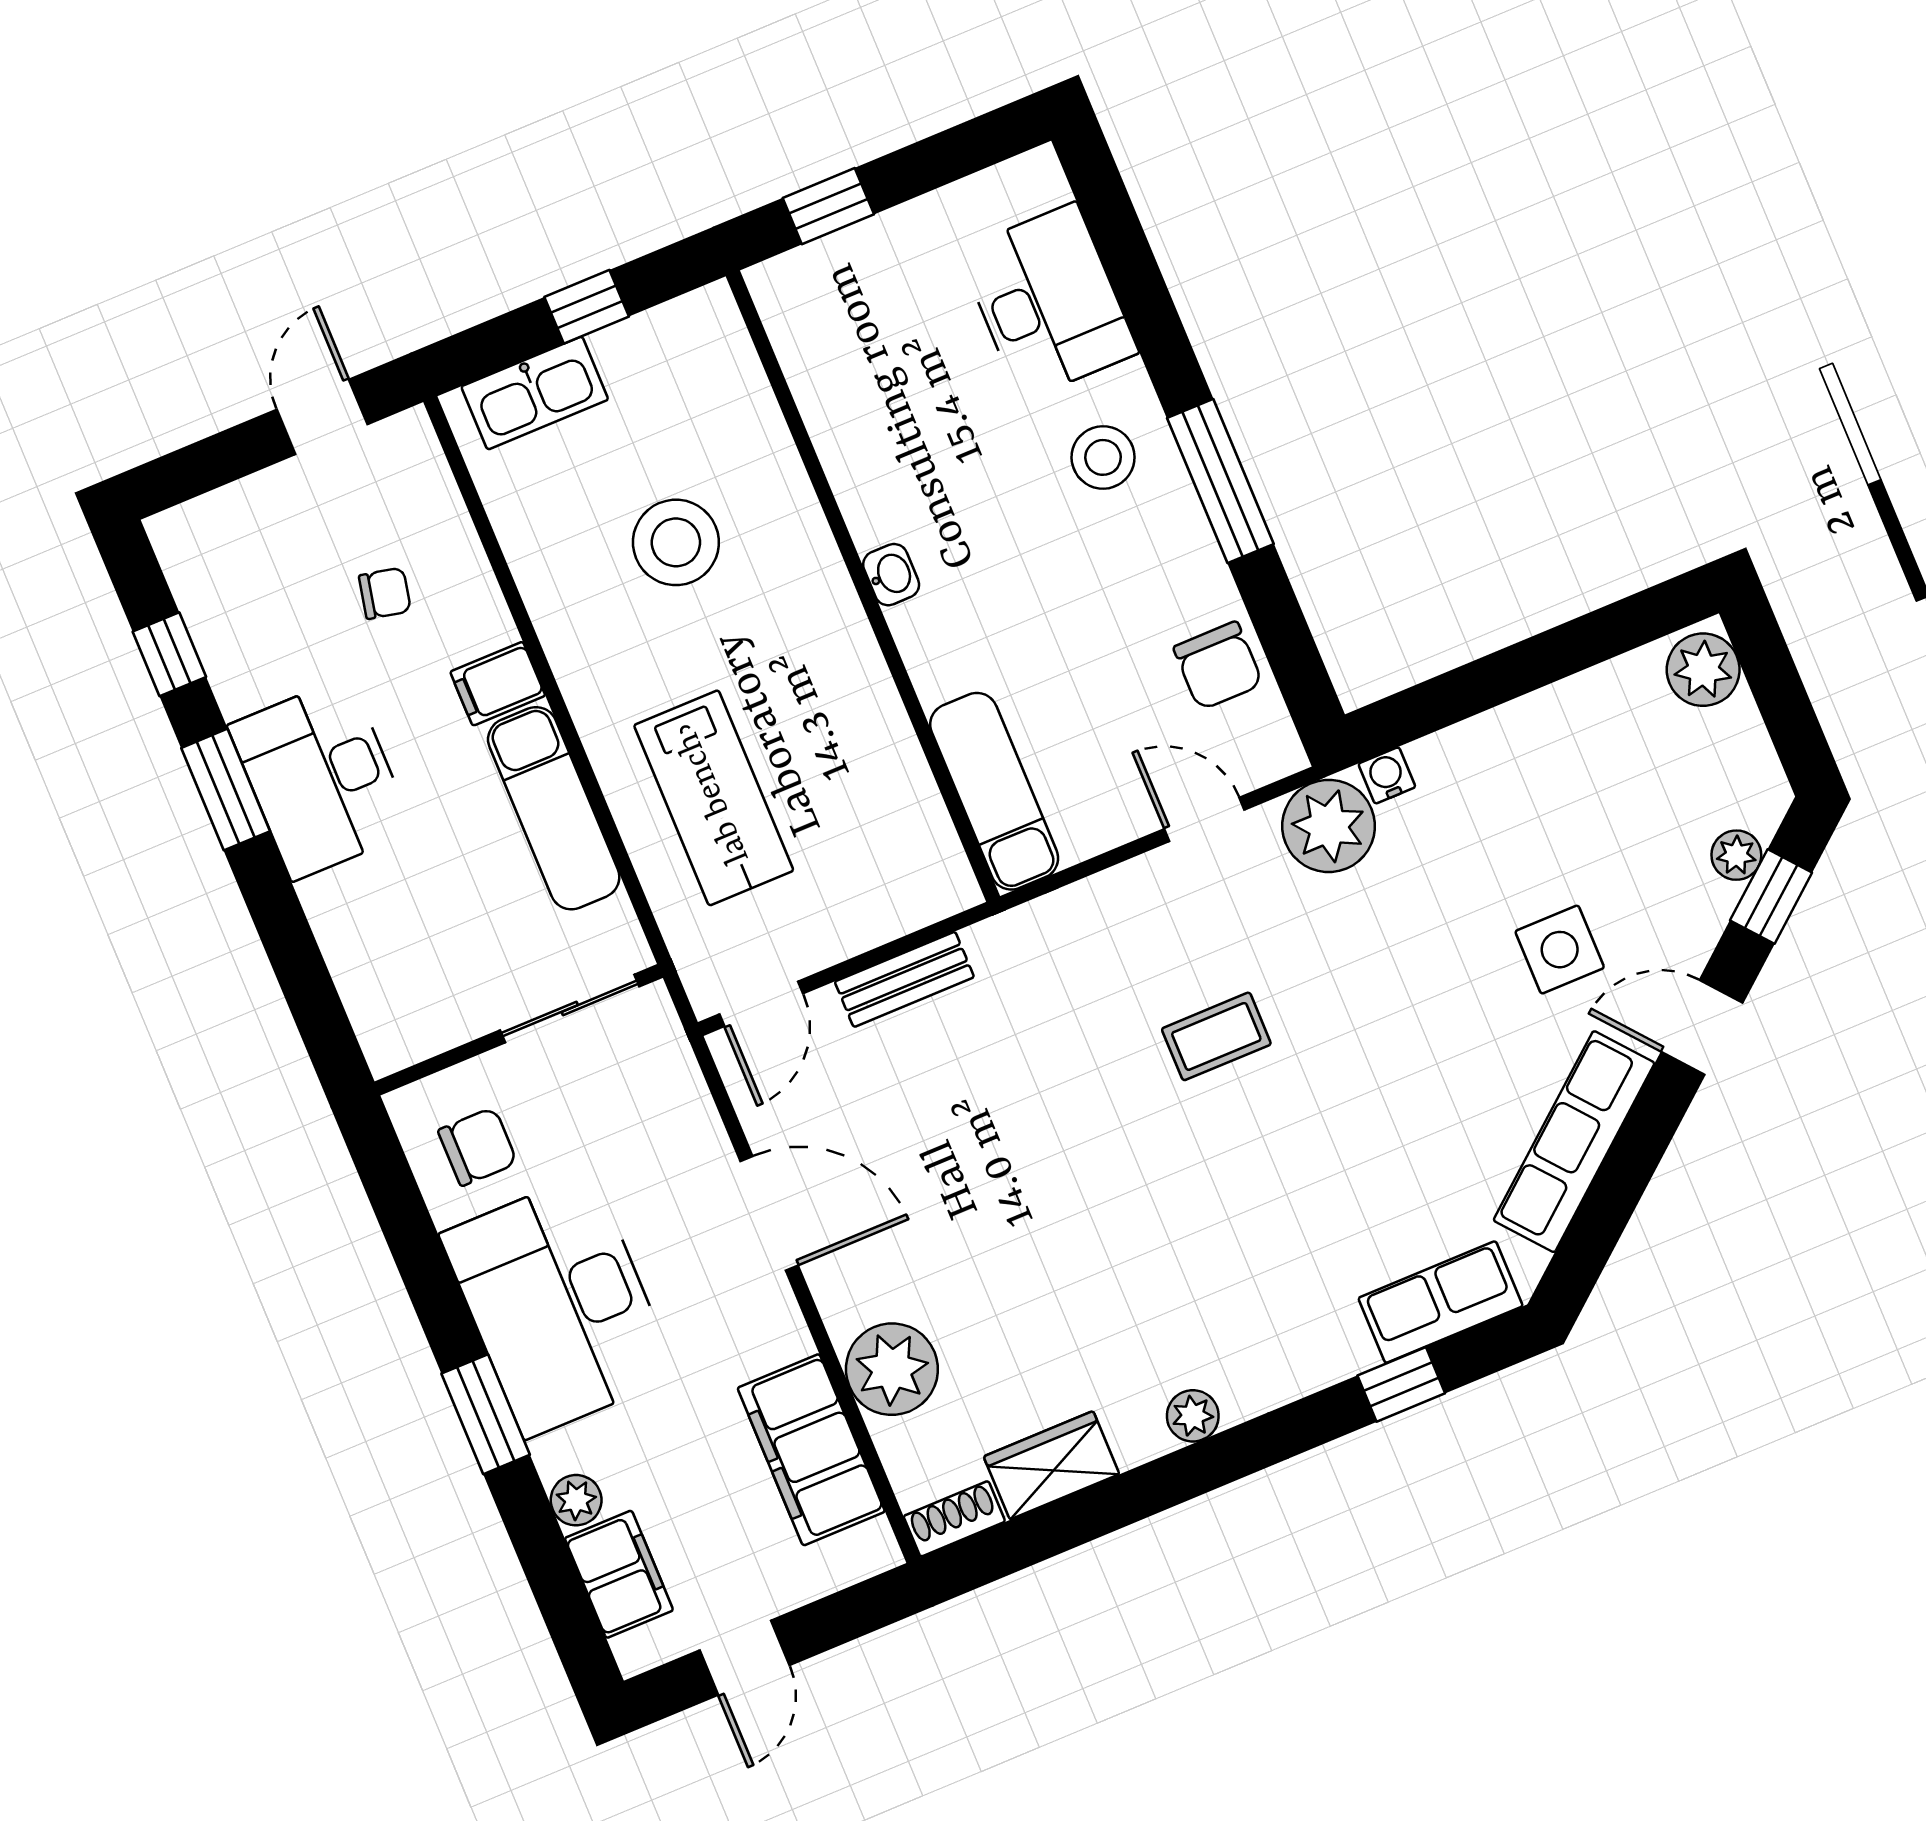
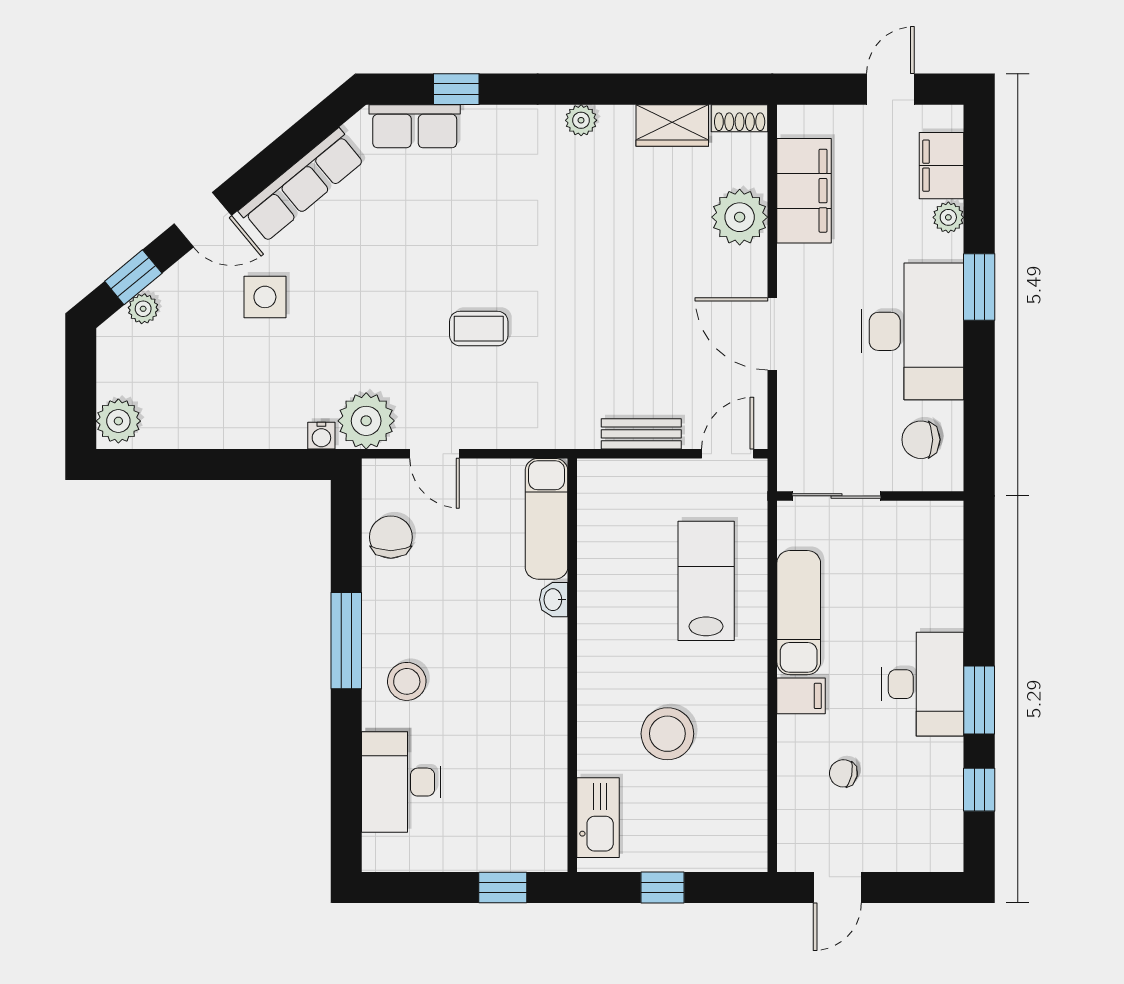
kitchen sink: (535, 393) -> (598, 818), moved, turned 90
washbasin: (891, 575) -> (554, 600), moved

